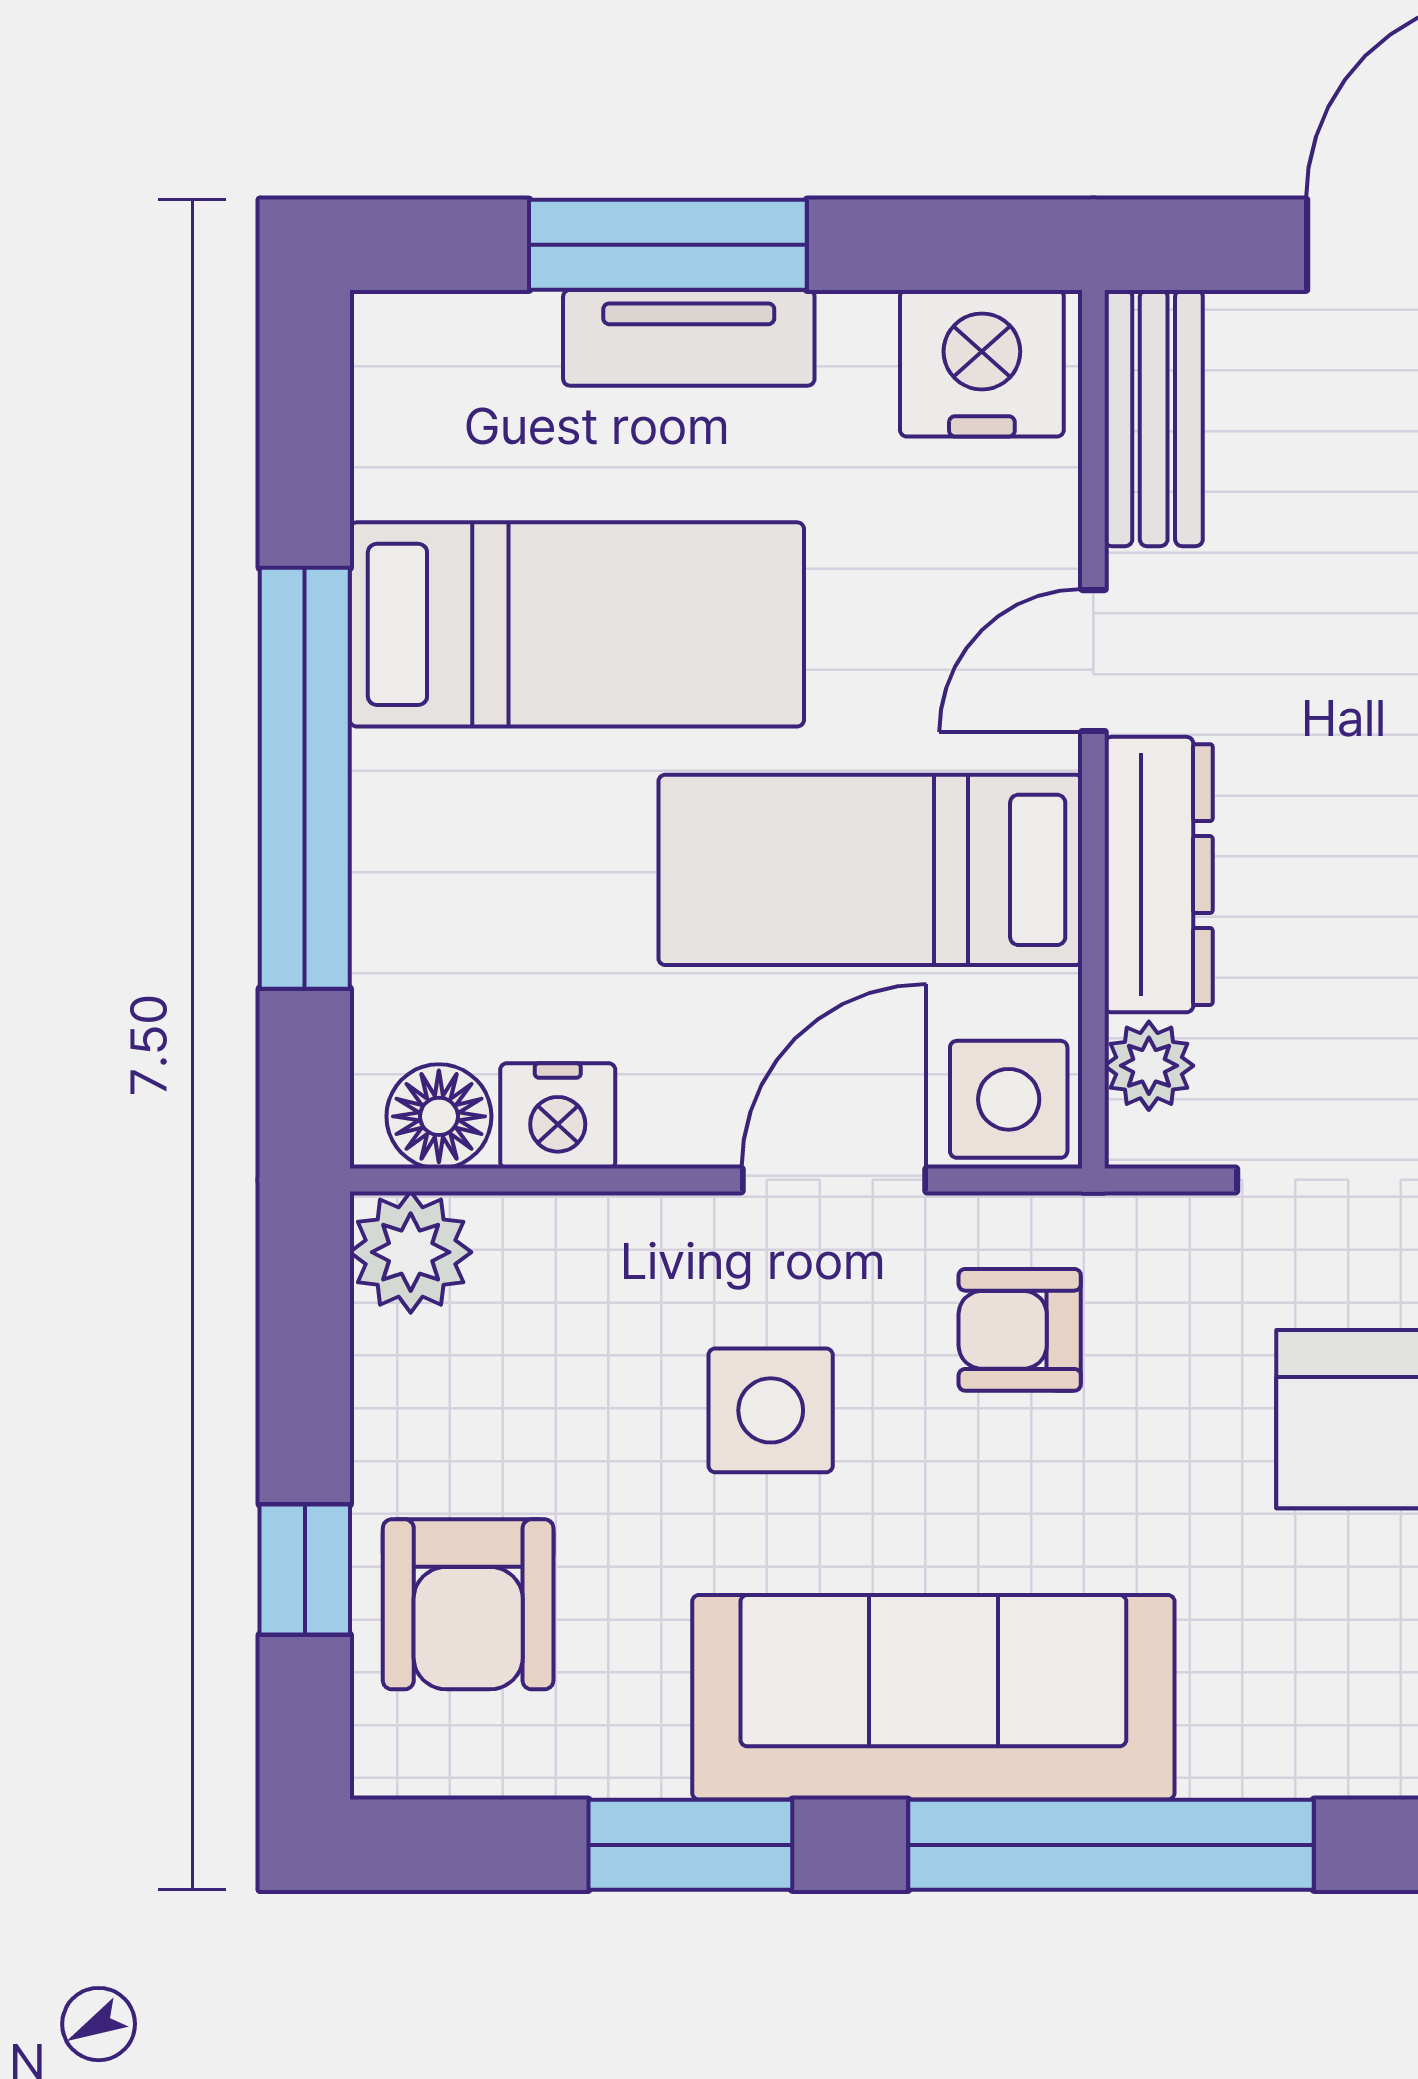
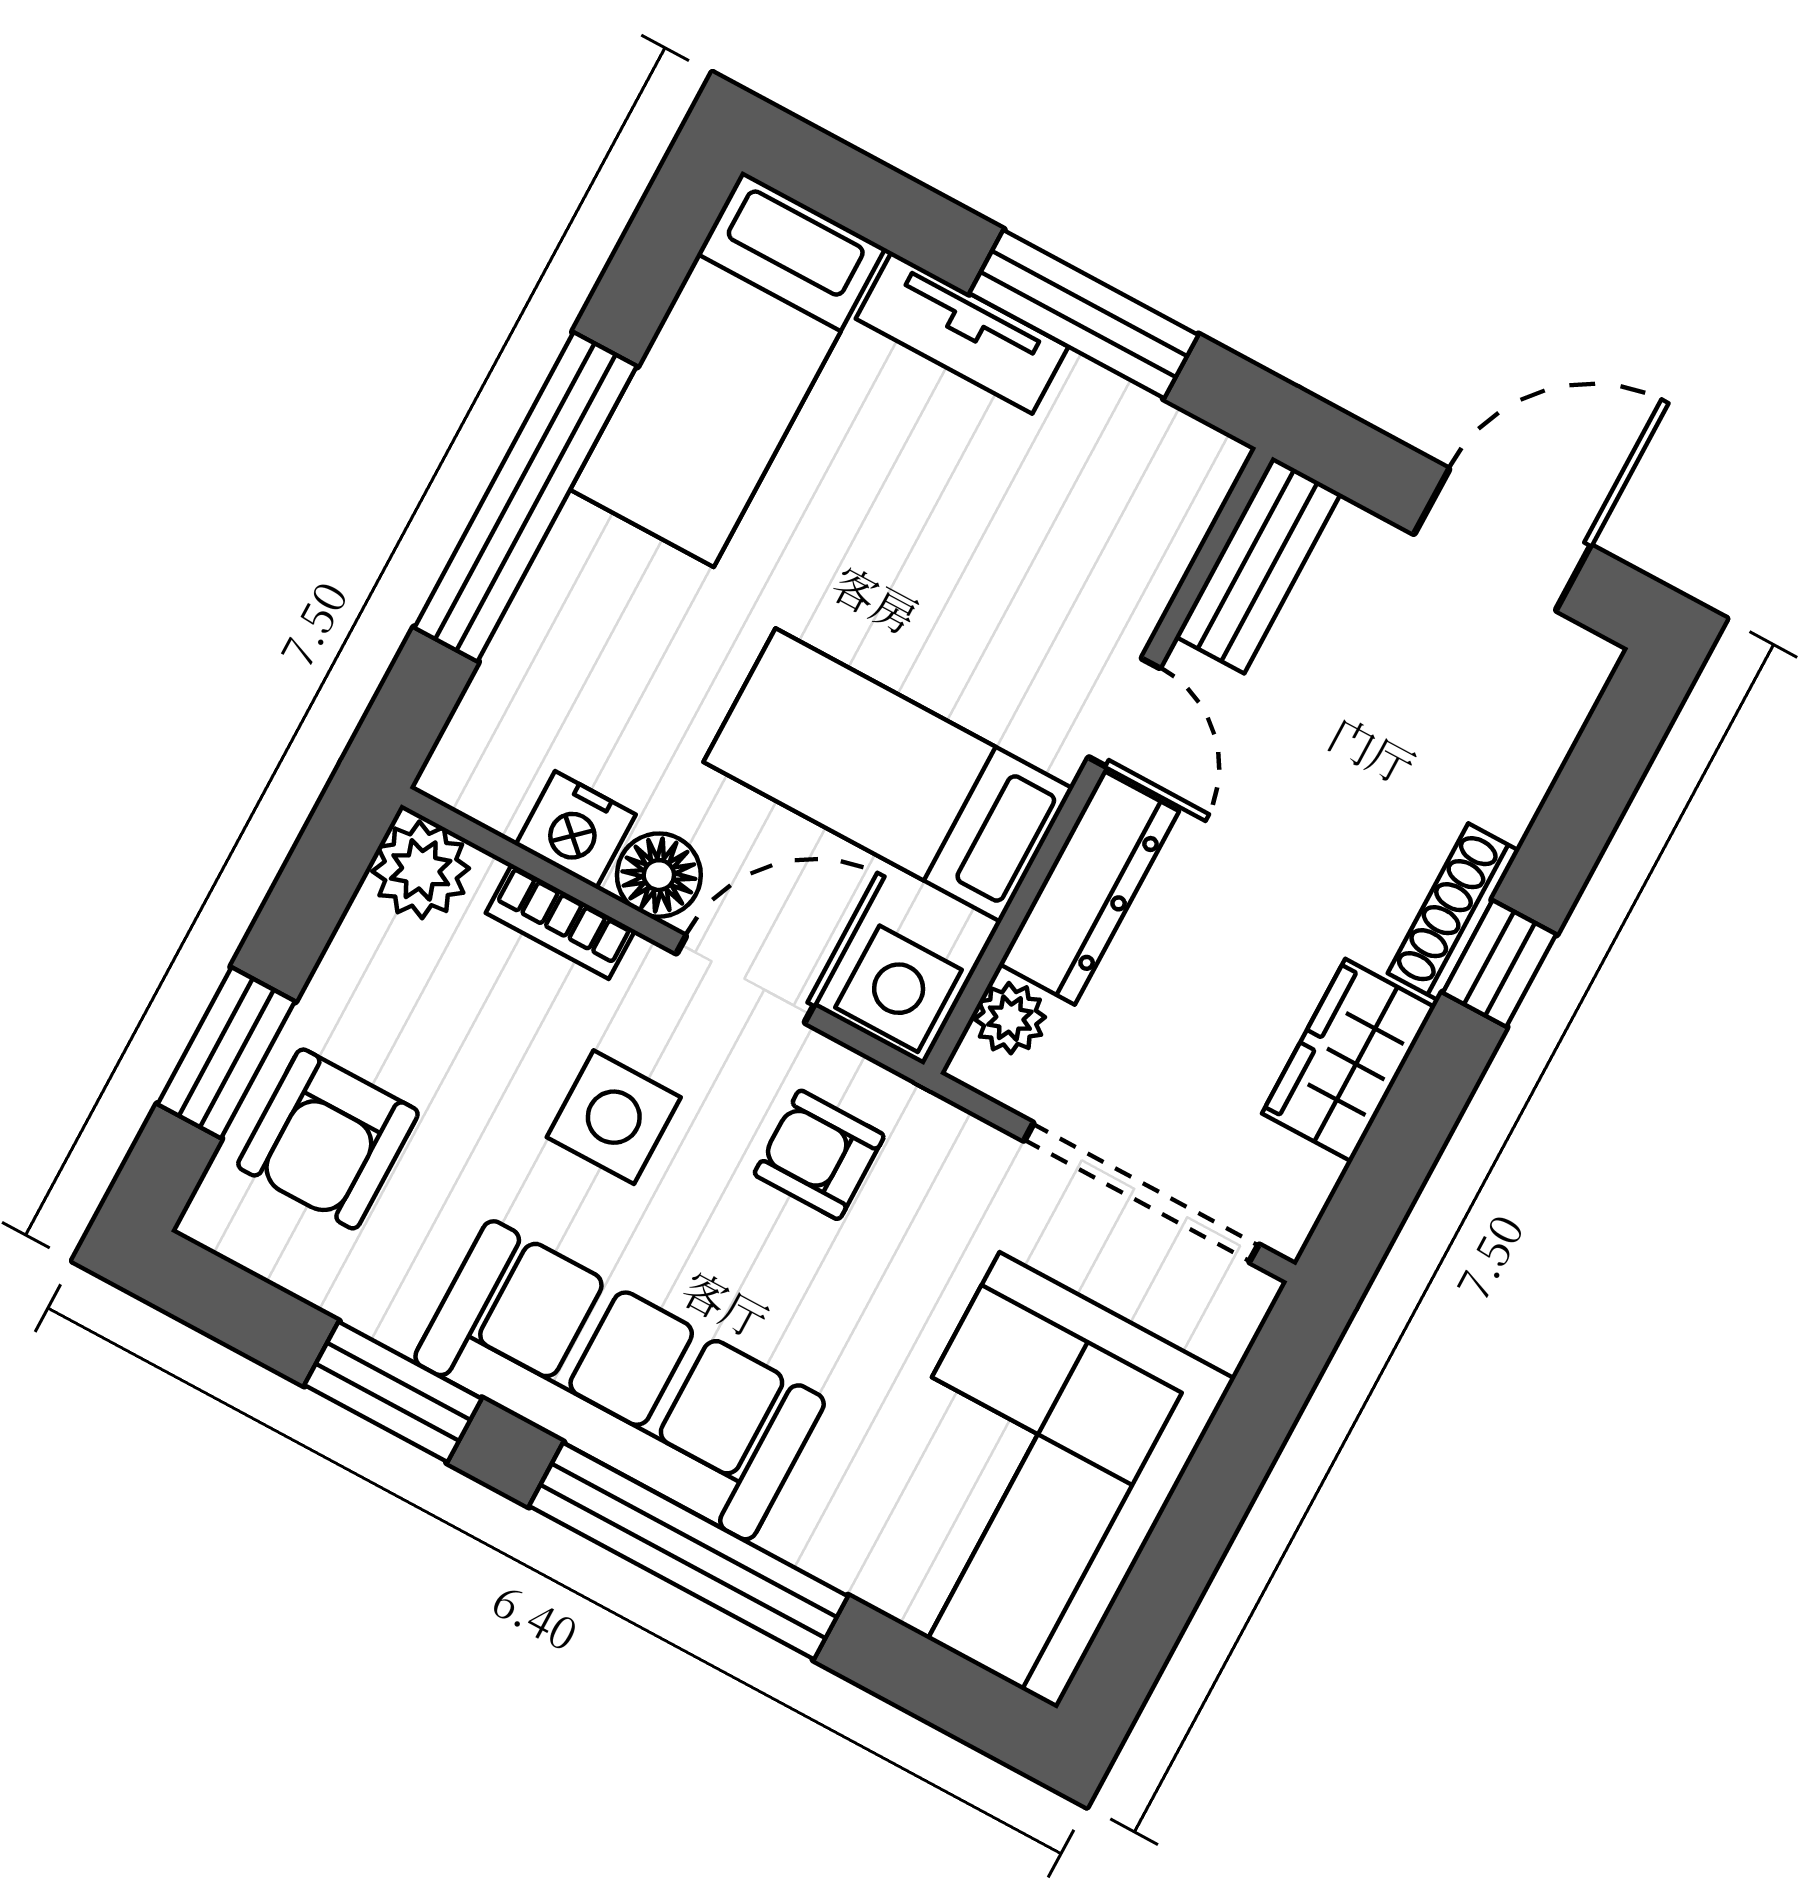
window: (668, 245) -> (1084, 314), moved
nightstand: (982, 363) -> (1158, 462), removed
bed: (577, 624) -> (728, 369), moved, turned 90
door: (1093, 661) -> (1124, 713), swing flipped
floor lamp: (439, 1116) -> (659, 875), moved
bookcase: (595, 1226) -> (560, 922), added
window: (305, 1570) -> (226, 1053), width x1.50

